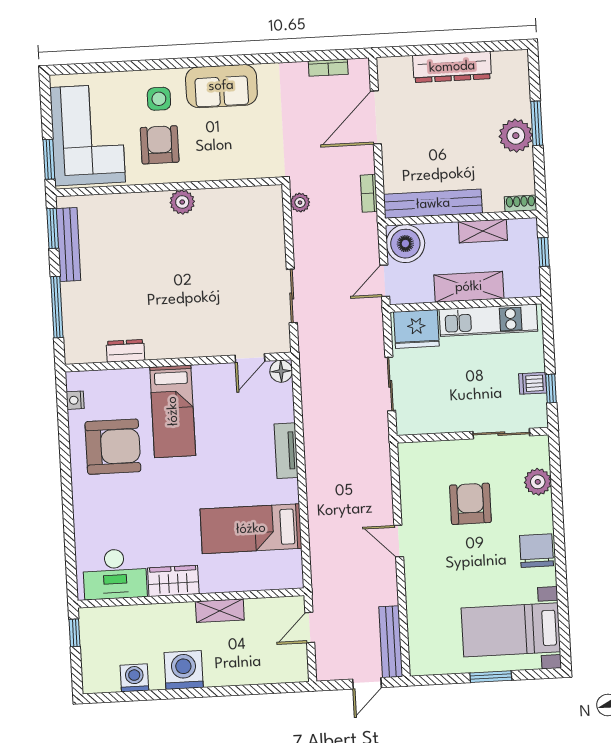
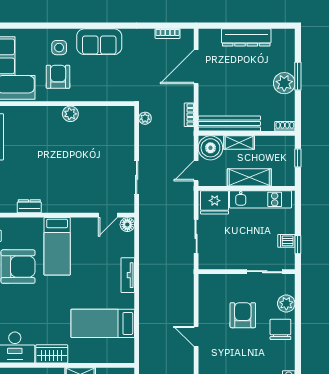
shelving: (483, 231) -> (239, 143), moved
chair: (536, 551) -> (280, 329), moved

